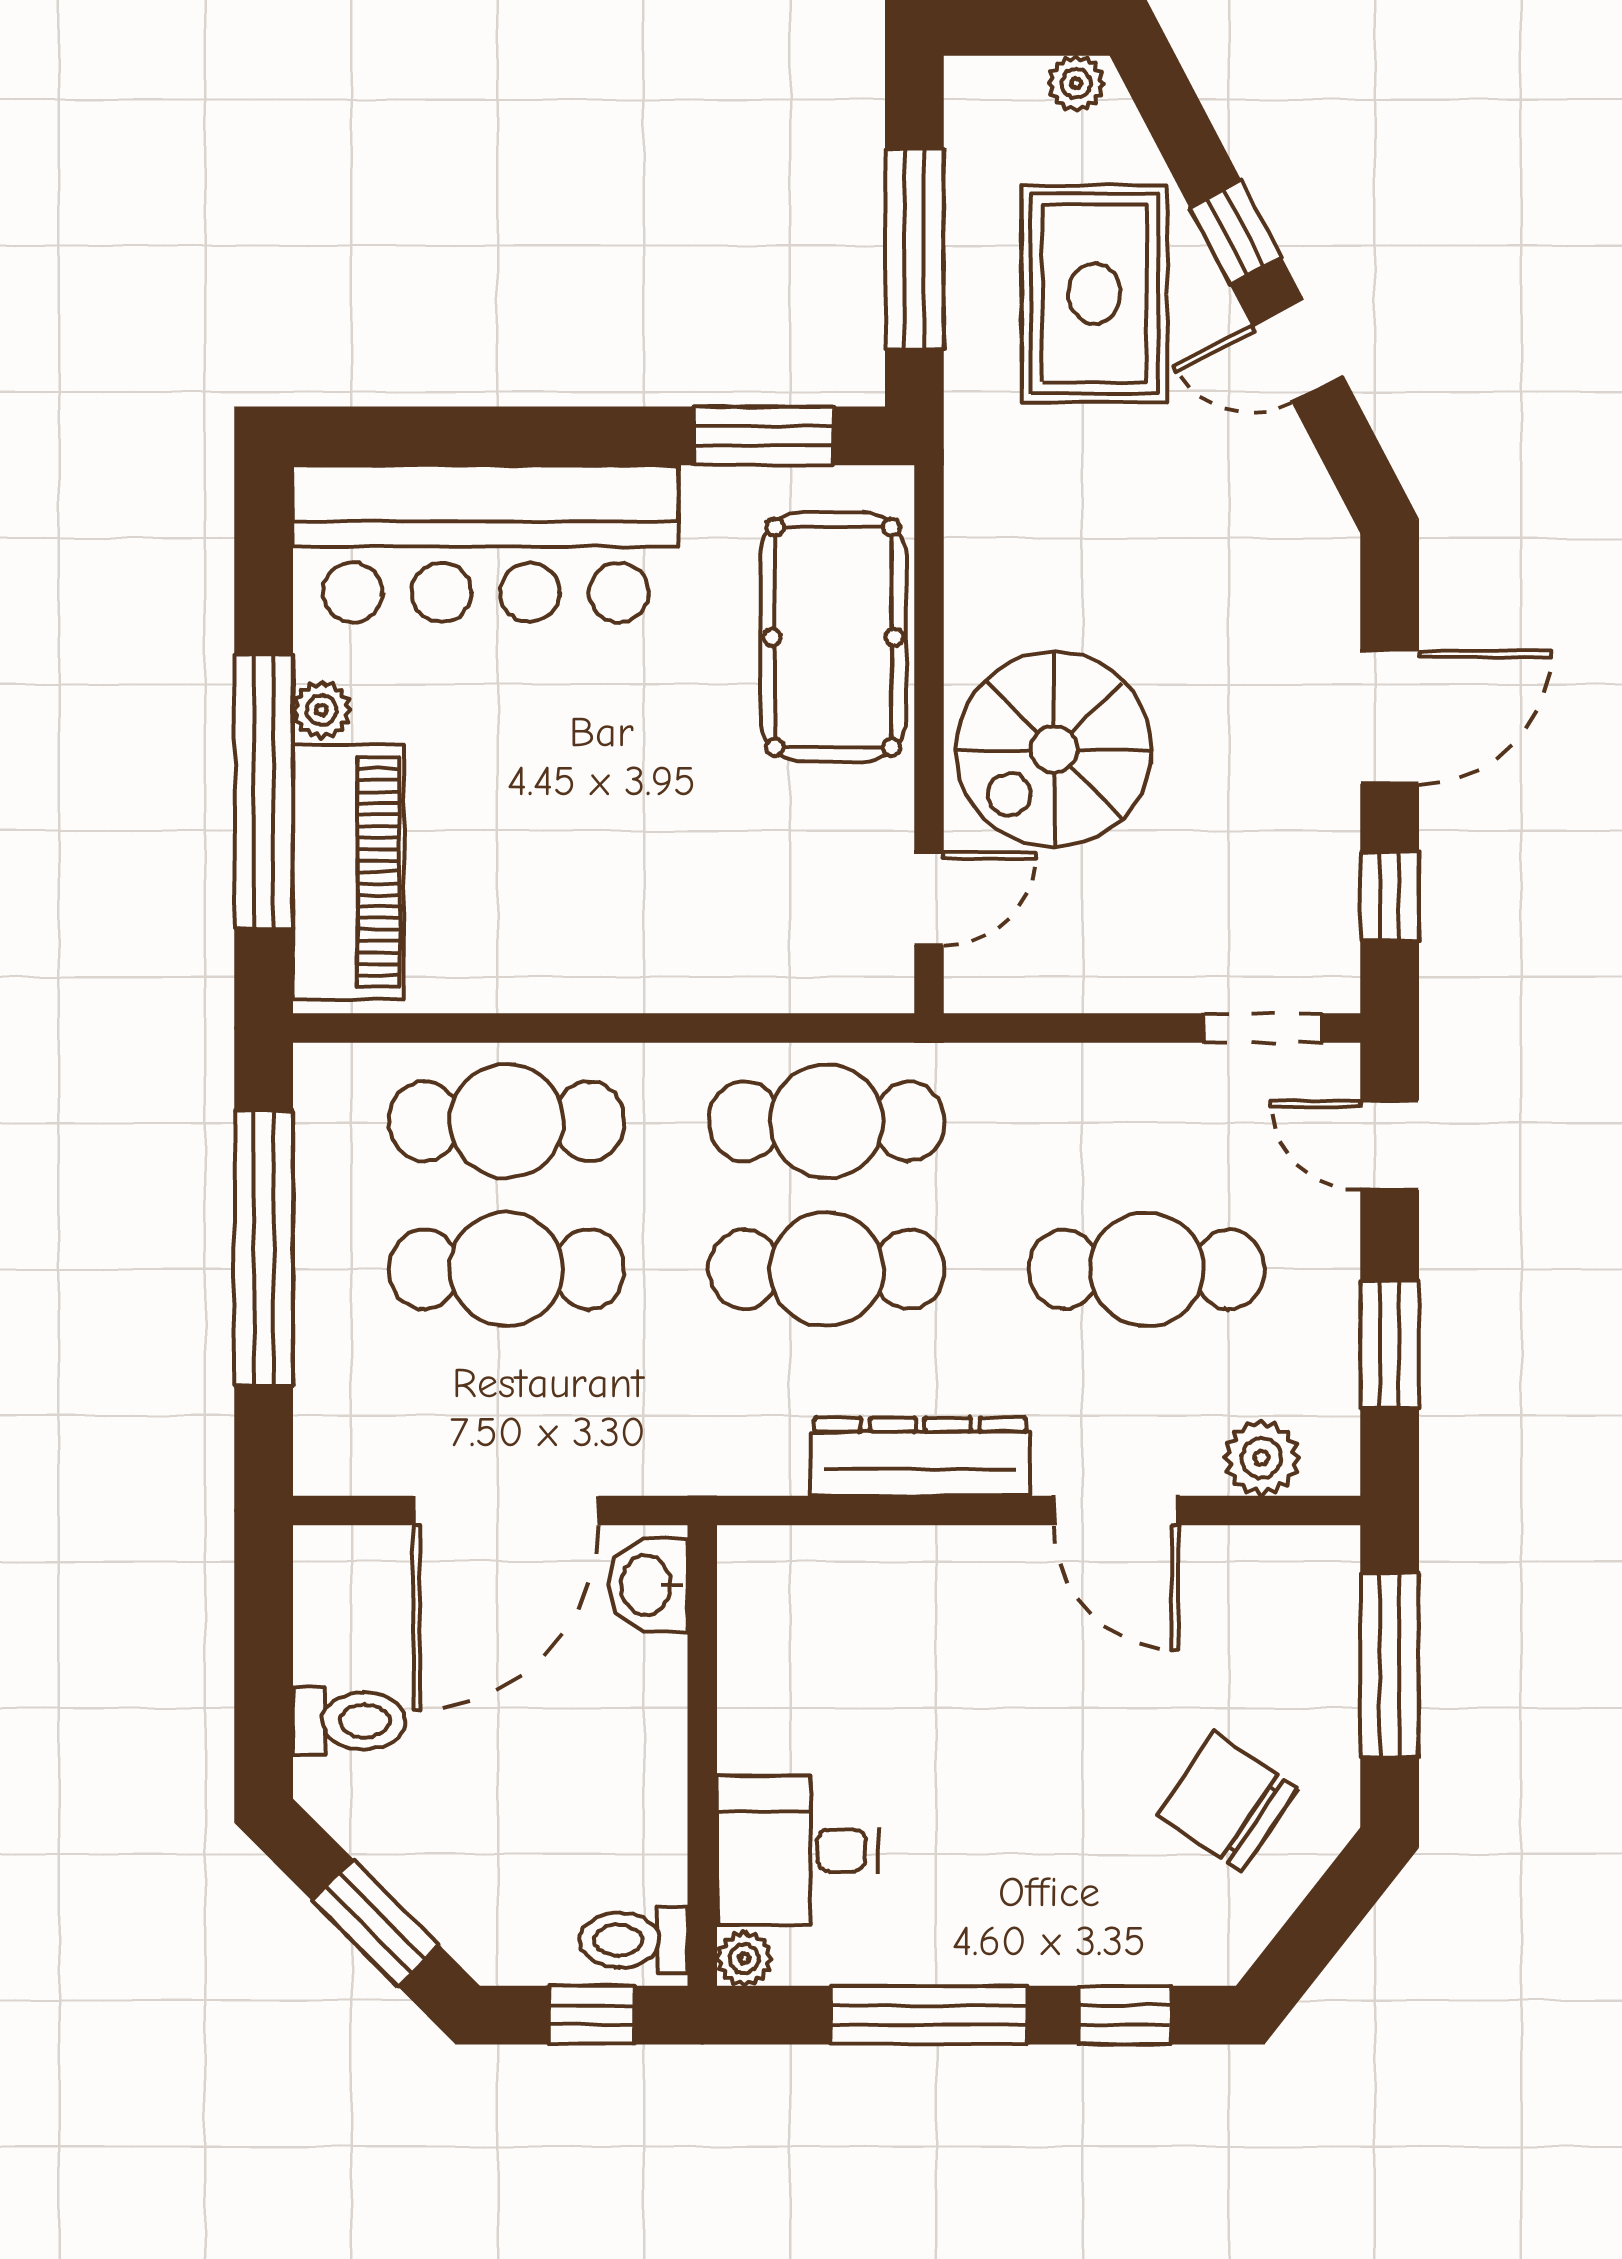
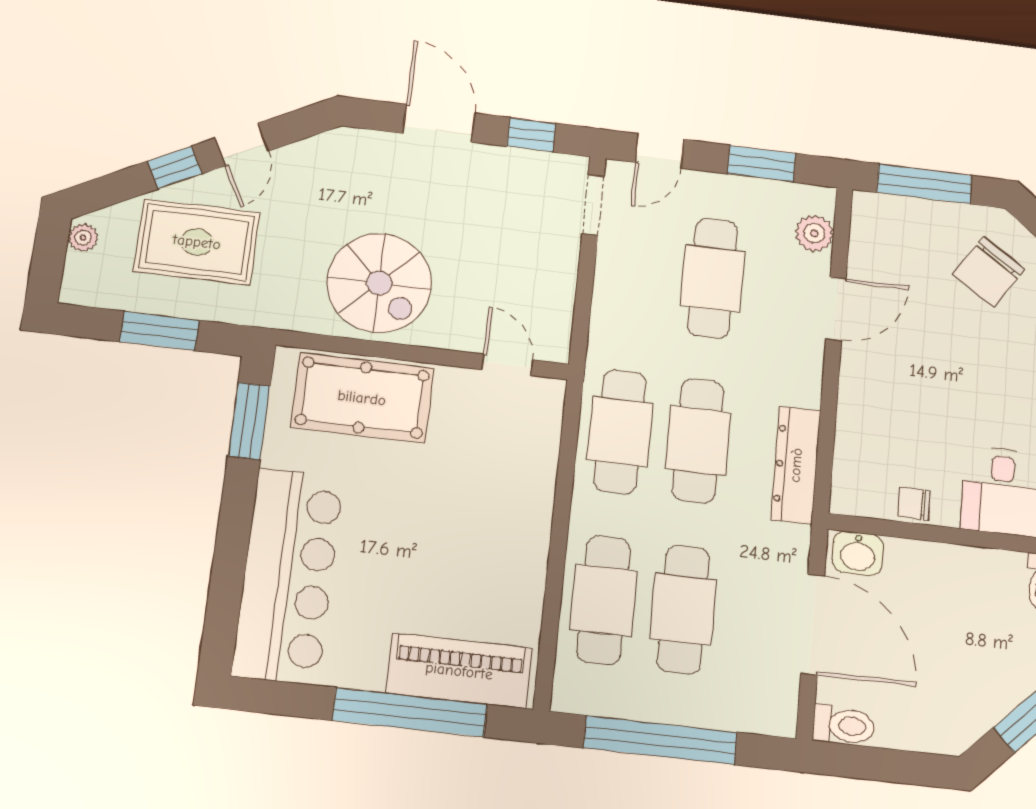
window: (914, 249) -> (159, 331), width x0.69
plant: (322, 710) -> (368, 675), removed
spiral stairs: (1054, 749) -> (379, 283), moved
dresser: (920, 1457) -> (796, 465), moved
chair: (755, 1685) -> (914, 504), added
toilet: (349, 1721) -> (844, 725), moved, turned 90

